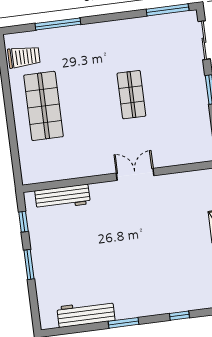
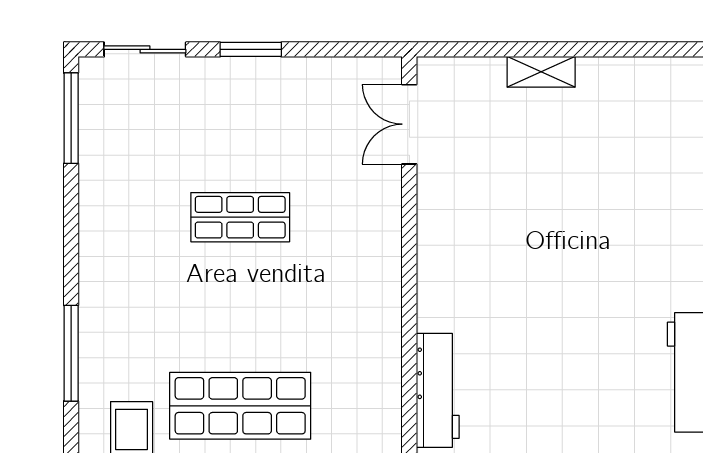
double door: (135, 174) -> (409, 124), moved

